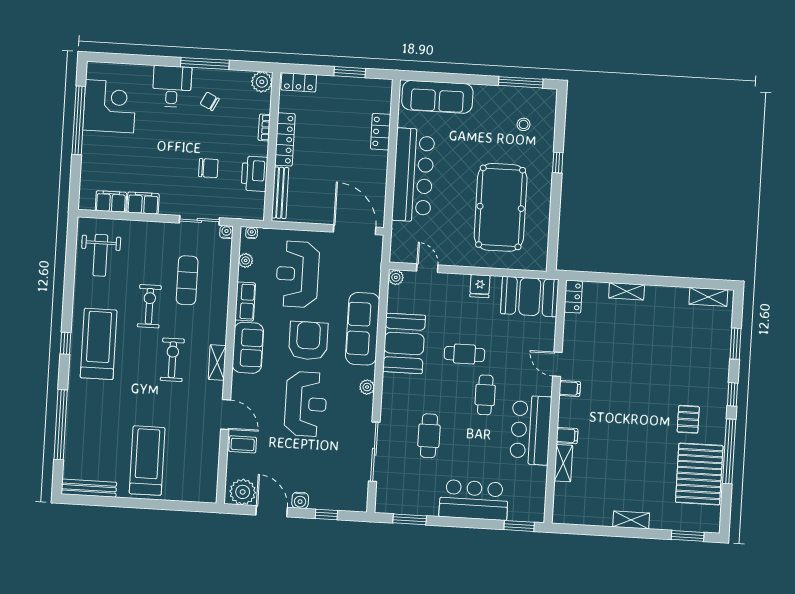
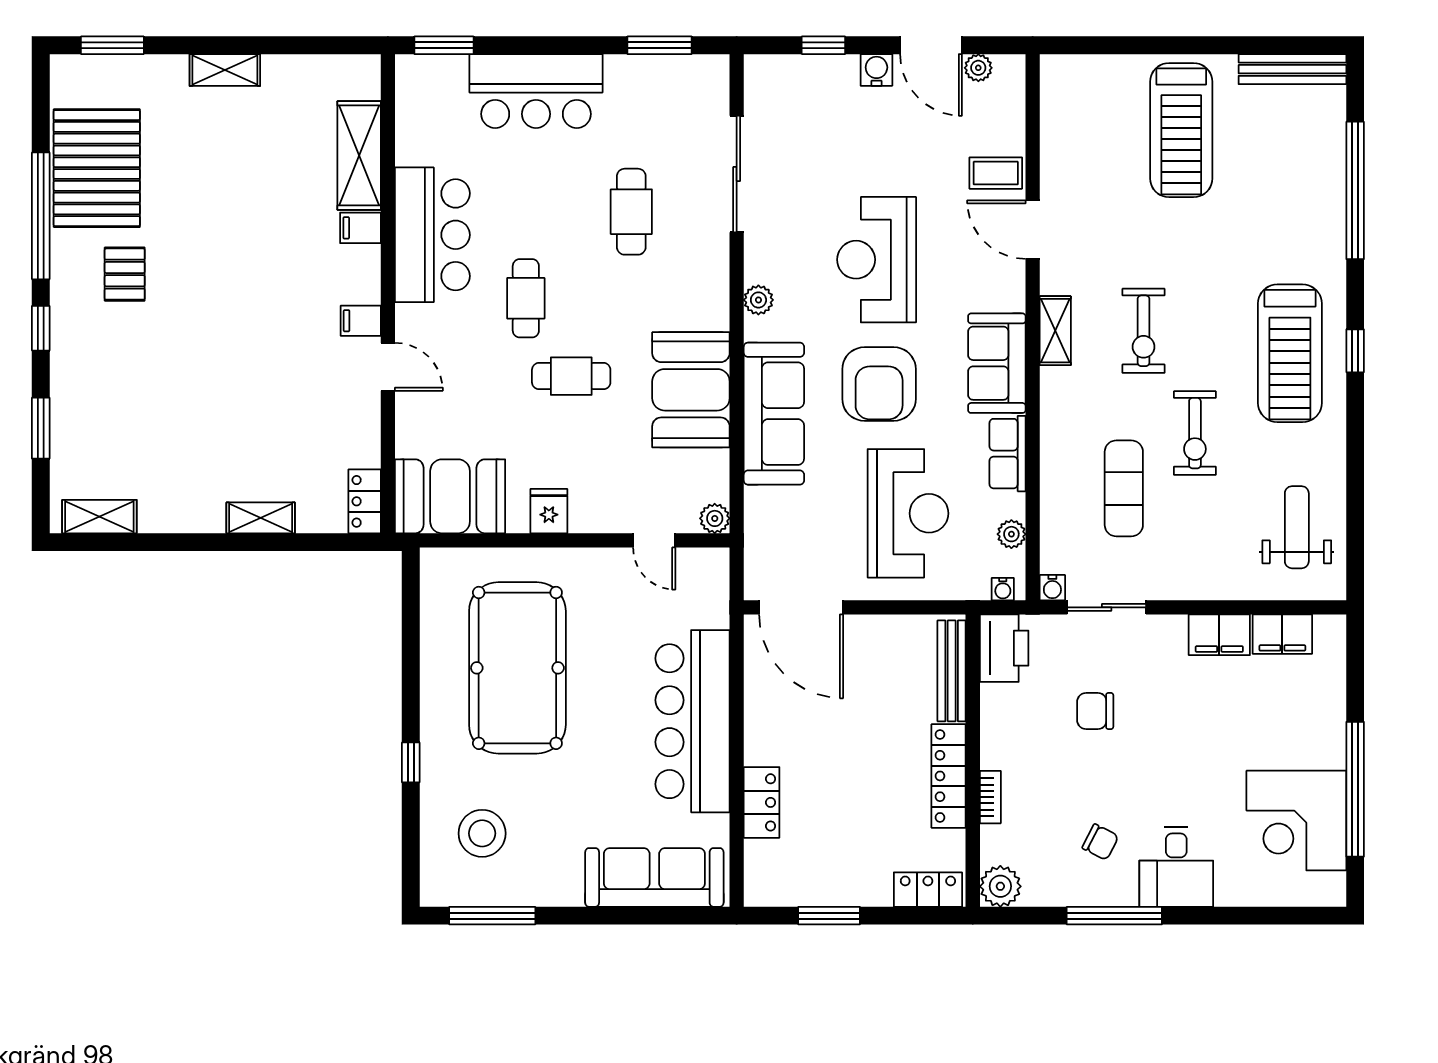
stool: (524, 124) -> (482, 833), width x1.89, depth x1.89
printer: (254, 174) -> (1004, 648), moved
shelving: (563, 463) -> (359, 155), width x1.50, depth x1.33
plant: (243, 492) -> (978, 68), width x0.53, depth x0.53

